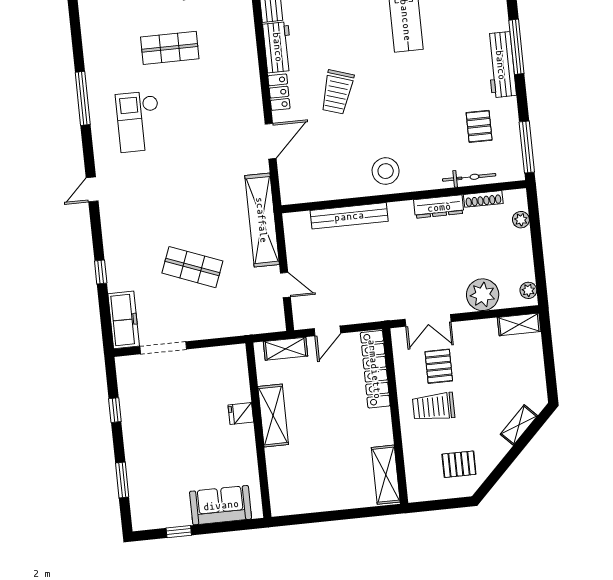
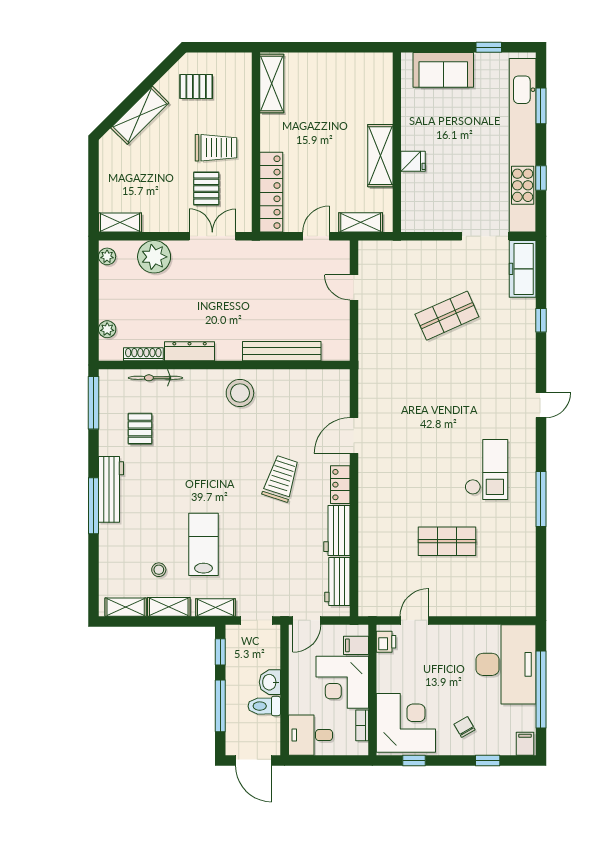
shelving: (262, 220) -> (371, 356), removed
shop shelf: (192, 267) -> (447, 316), turned -45
shelving: (519, 425) -> (140, 115), width x1.50, depth x1.33
kitchen unit: (136, 440) -> (523, 145), added

